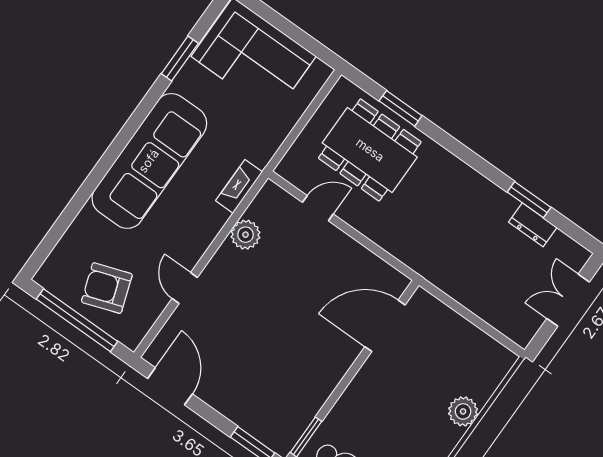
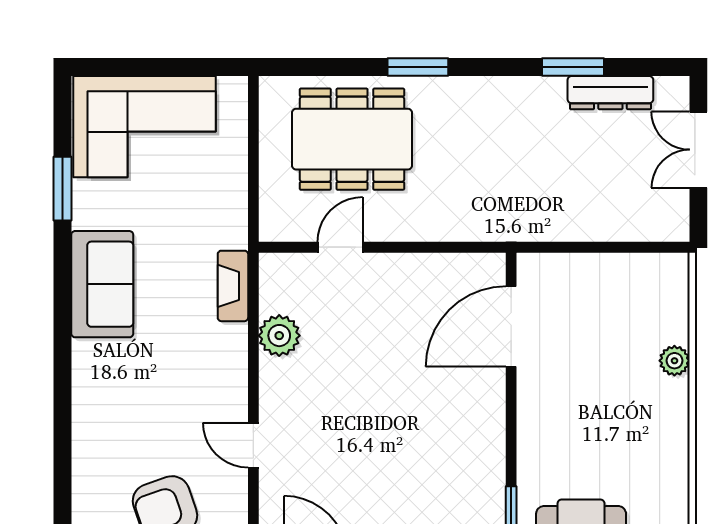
window: (401, 108) -> (418, 67), moved
sofa: (149, 161) -> (102, 284), width x0.54, depth x0.79
dresser: (533, 225) -> (610, 93), width x1.44
plant: (463, 411) -> (674, 361), width x0.73, depth x0.73

